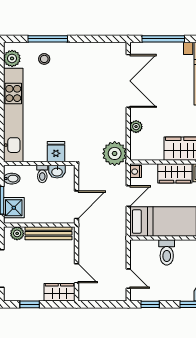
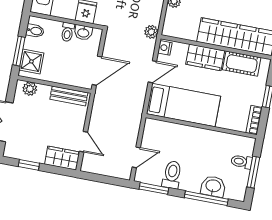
plant: (115, 153) -> (151, 32), width x0.53, depth x0.53
bench: (49, 233) -> (69, 96), width x0.73
toilet: (167, 252) -> (172, 175), moved, turned 180
door: (128, 279) -> (136, 157), hinge flipped
window: (150, 304) -> (154, 188), width x1.50

